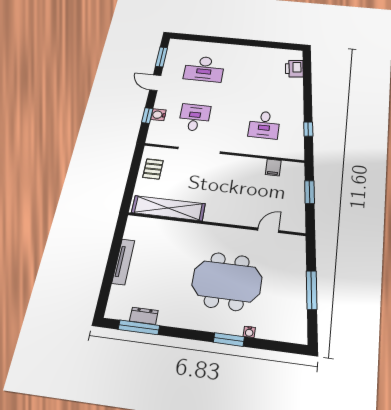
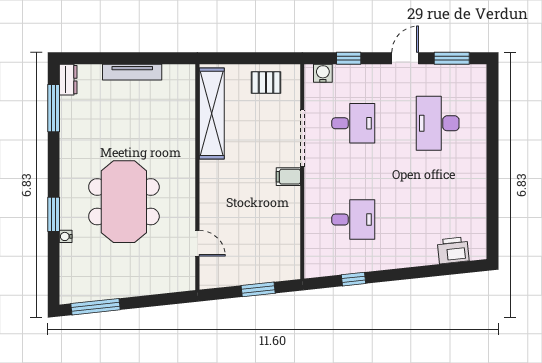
water cooler: (158, 115) -> (323, 73), moved
desk: (264, 125) -> (353, 220), turned 180
filing cabinet: (273, 167) -> (288, 177), moved
window: (312, 290) -> (95, 307), moved
dresser: (144, 316) -> (68, 80), moved

